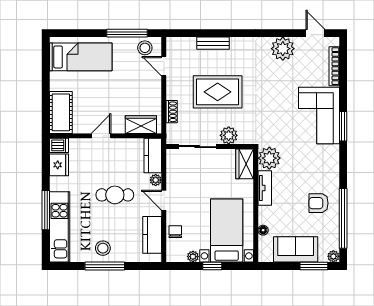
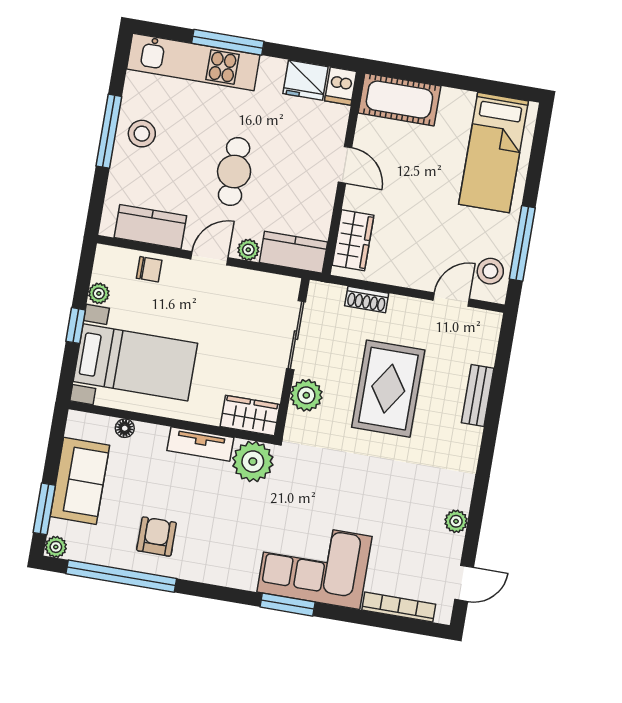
plant: (283, 49) -> (456, 521), width x0.53, depth x0.53

